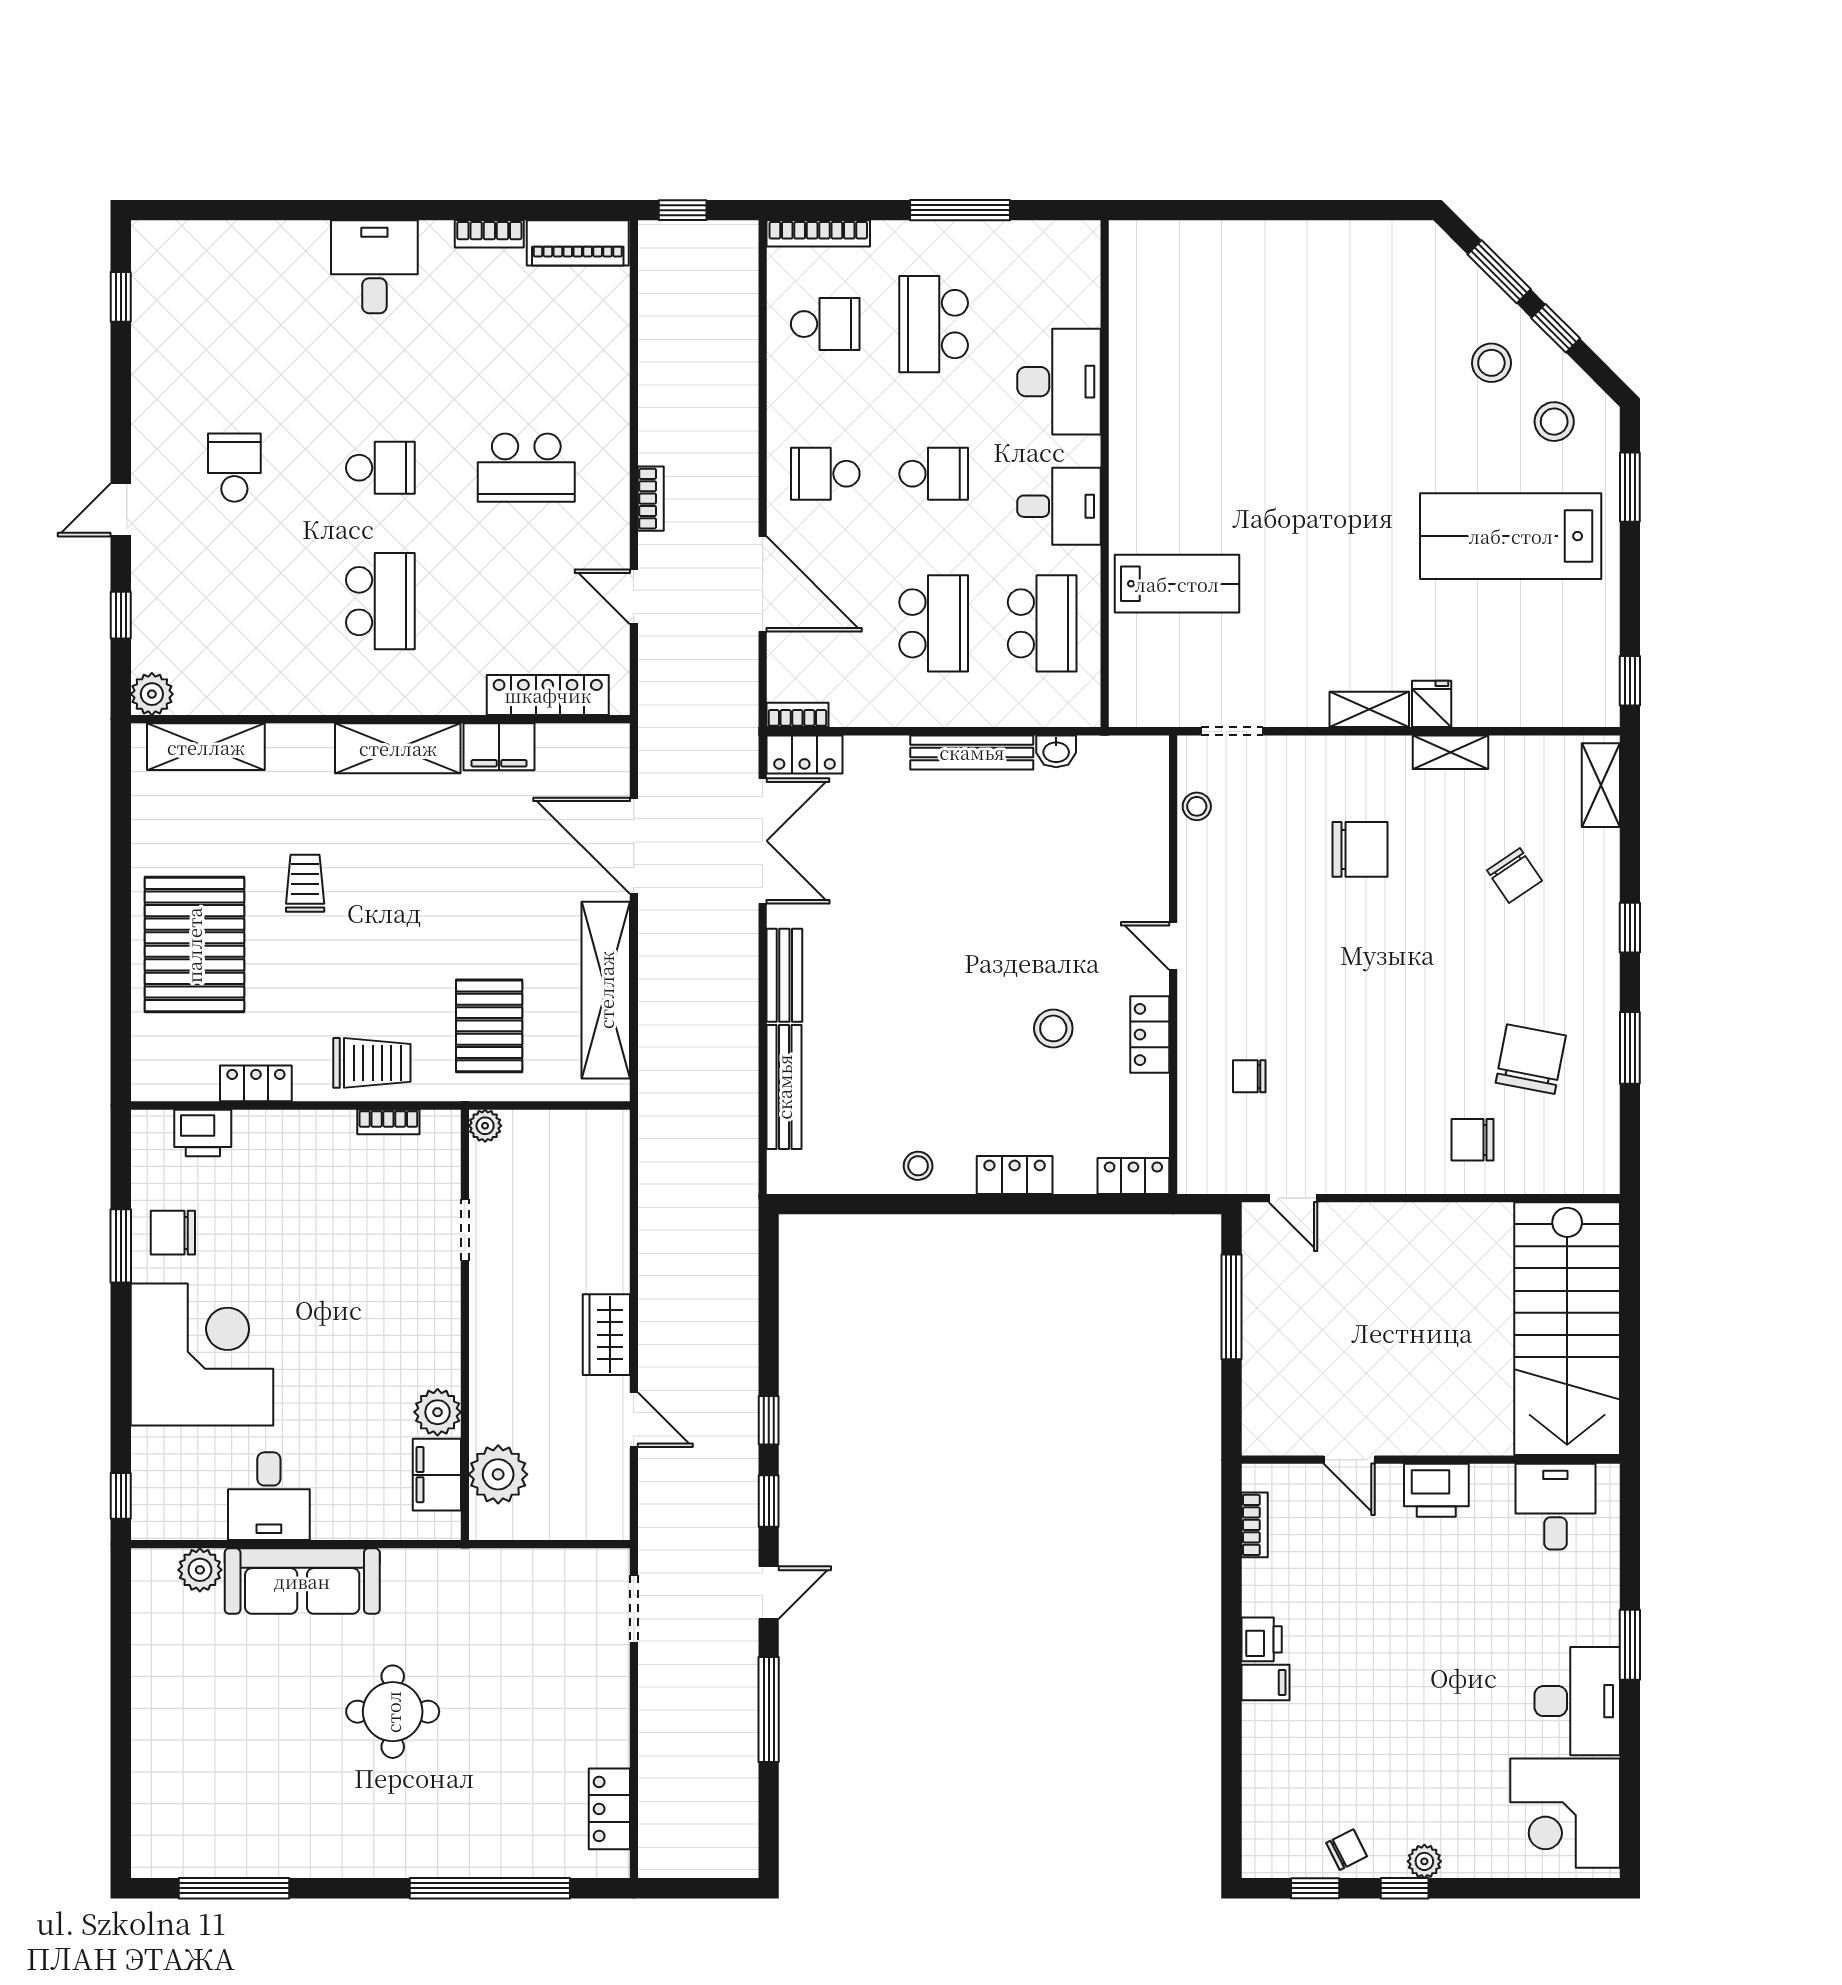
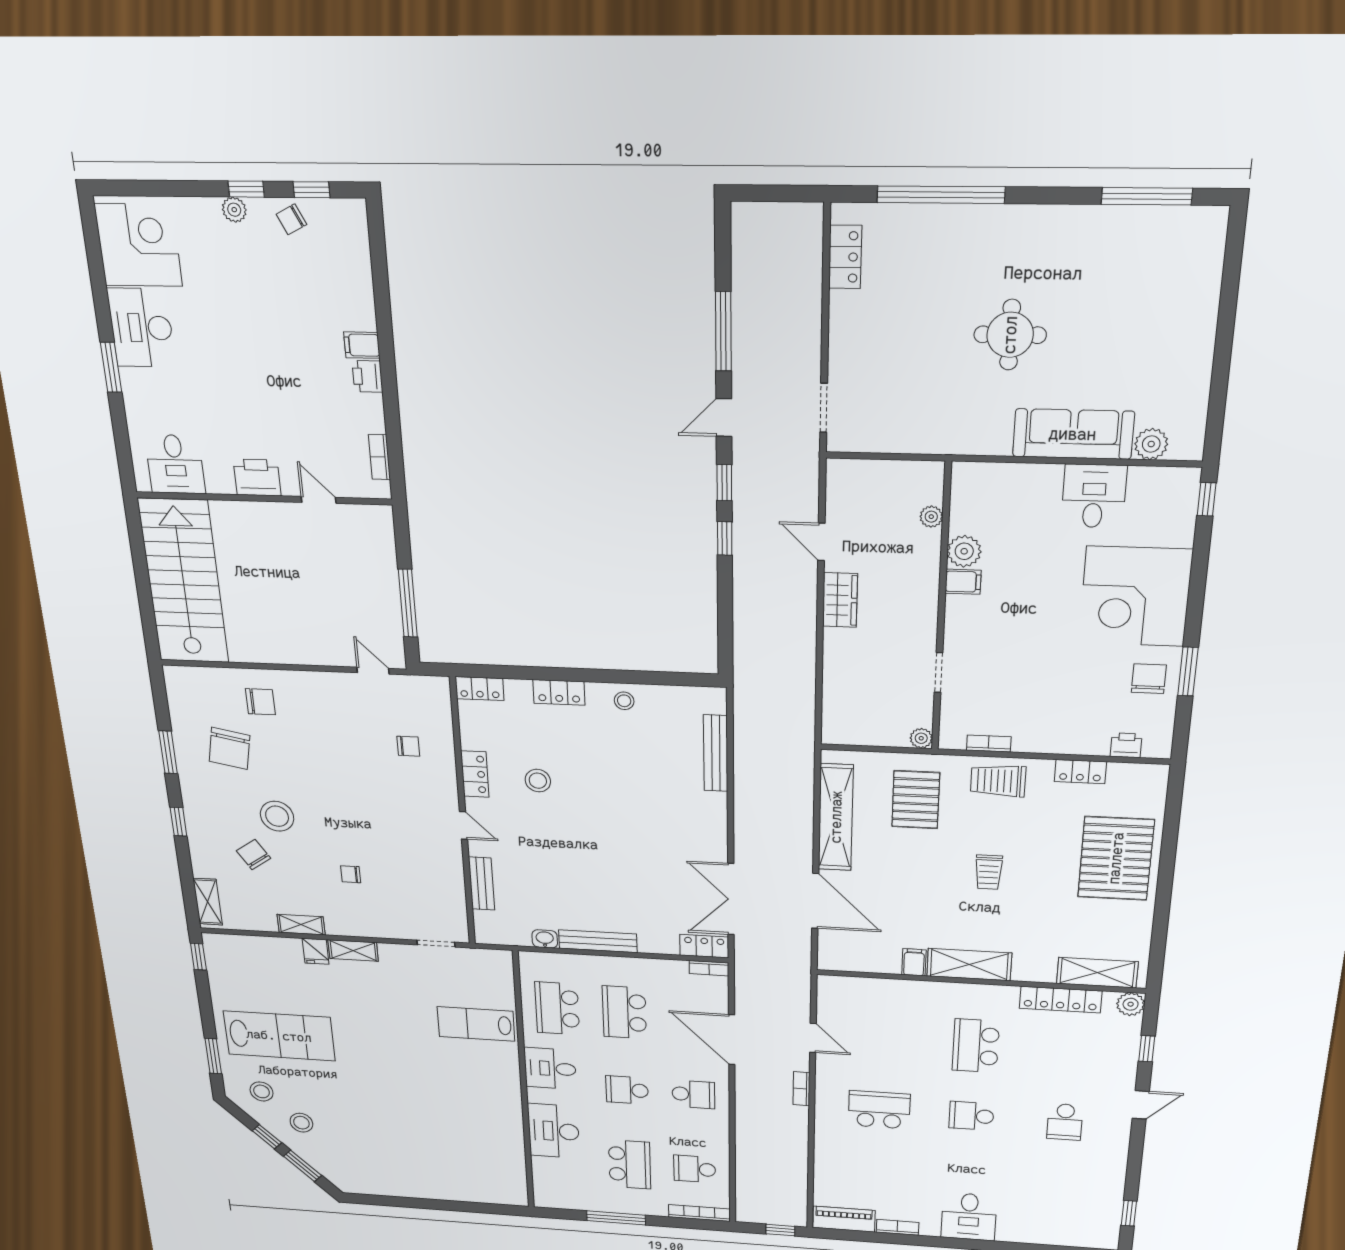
locker: (548, 695) -> (1061, 1000), moved
filing cabinet: (499, 747) -> (914, 962), width x0.50
stool: (1197, 806) -> (277, 816), moved, width x1.89, depth x1.89
chair: (1360, 849) -> (351, 874), width x0.54, depth x0.54
trolley: (305, 883) -> (989, 872), moved
bench: (784, 975) -> (482, 884), moved
printer: (203, 1133) -> (1126, 745), width x0.73, depth x0.81
chair: (173, 1233) -> (1149, 679), turned -90
plant: (498, 1474) -> (931, 517), width x0.53, depth x0.53
filing cabinet: (437, 1475) -> (963, 582), moved, width x0.50

